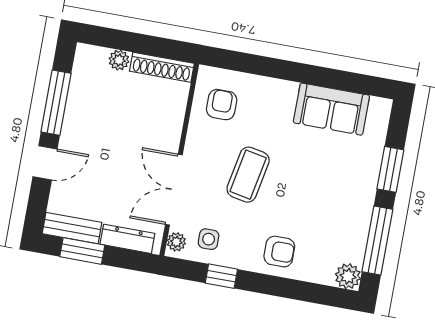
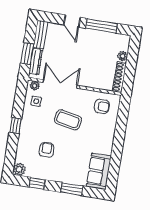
sofa: (331, 109) -> (99, 171), moved
window: (377, 240) -> (37, 183), width x0.46
window: (82, 251) -> (27, 54), moved
armchair: (279, 252) -> (47, 150), moved, turned 180
window: (221, 276) -> (15, 126), moved

